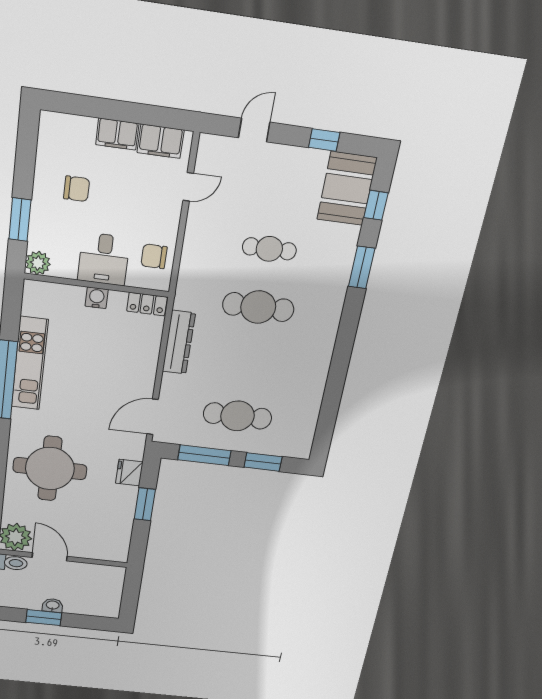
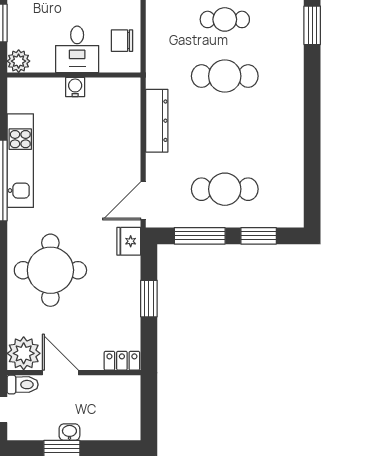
locker: (147, 304) -> (122, 361), moved, turned 180
fridge: (129, 473) -> (129, 241), moved

